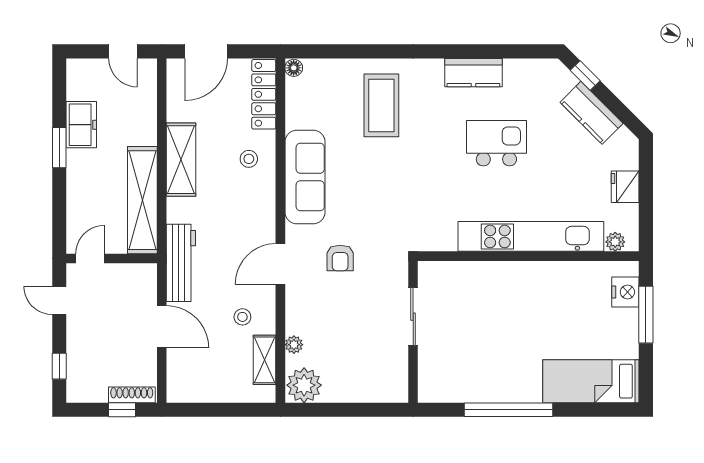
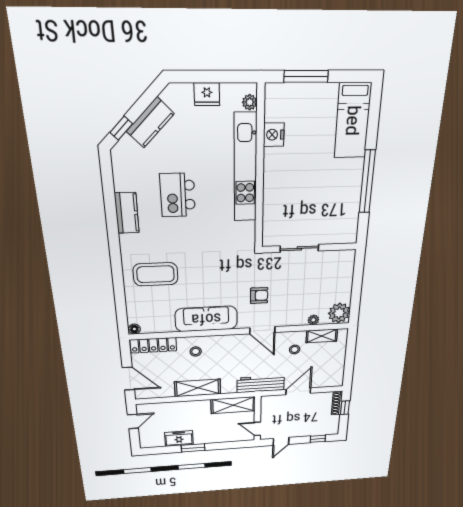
shelving: (142, 200) -> (233, 405), width x0.68
nightstand: (625, 292) -> (274, 135), moved, turned -90

